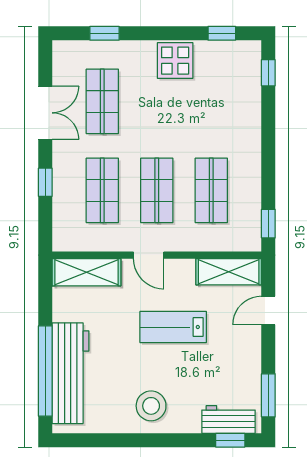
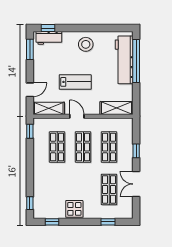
door: (149, 255) -> (77, 116), moved

